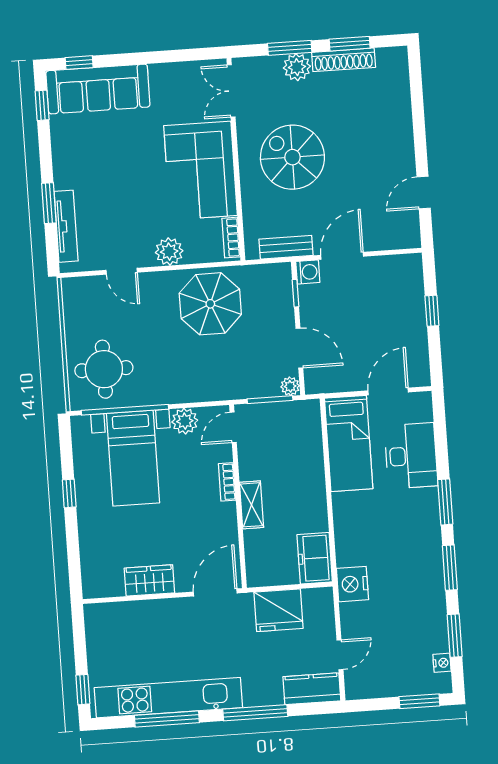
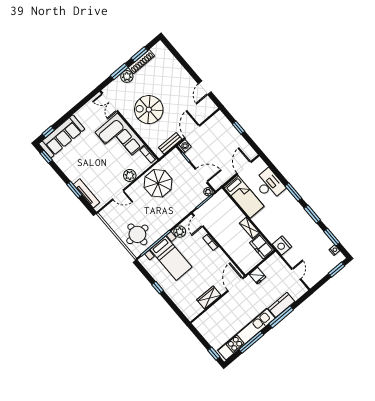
shelving: (251, 505) -> (249, 228), moved
fridge: (279, 610) -> (257, 276), width x0.53, depth x0.75
kitchen counter: (312, 689) -> (281, 305), moved

